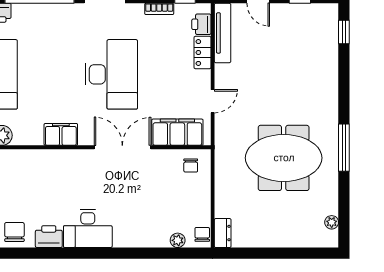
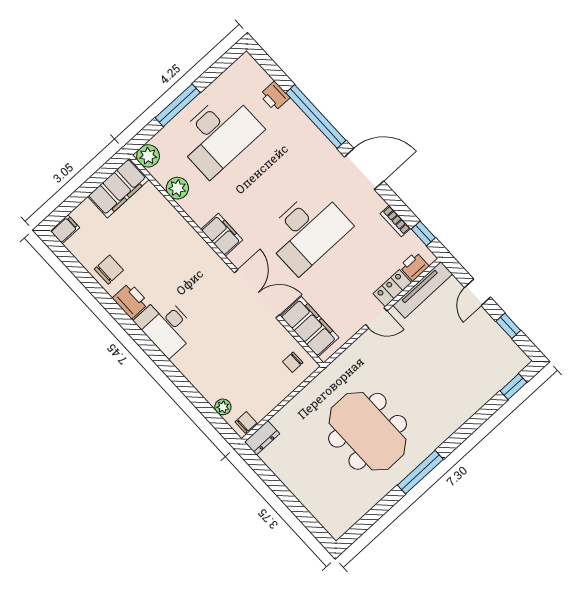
door: (213, 101) -> (376, 318), moved
plant: (332, 222) -> (351, 517), removed

